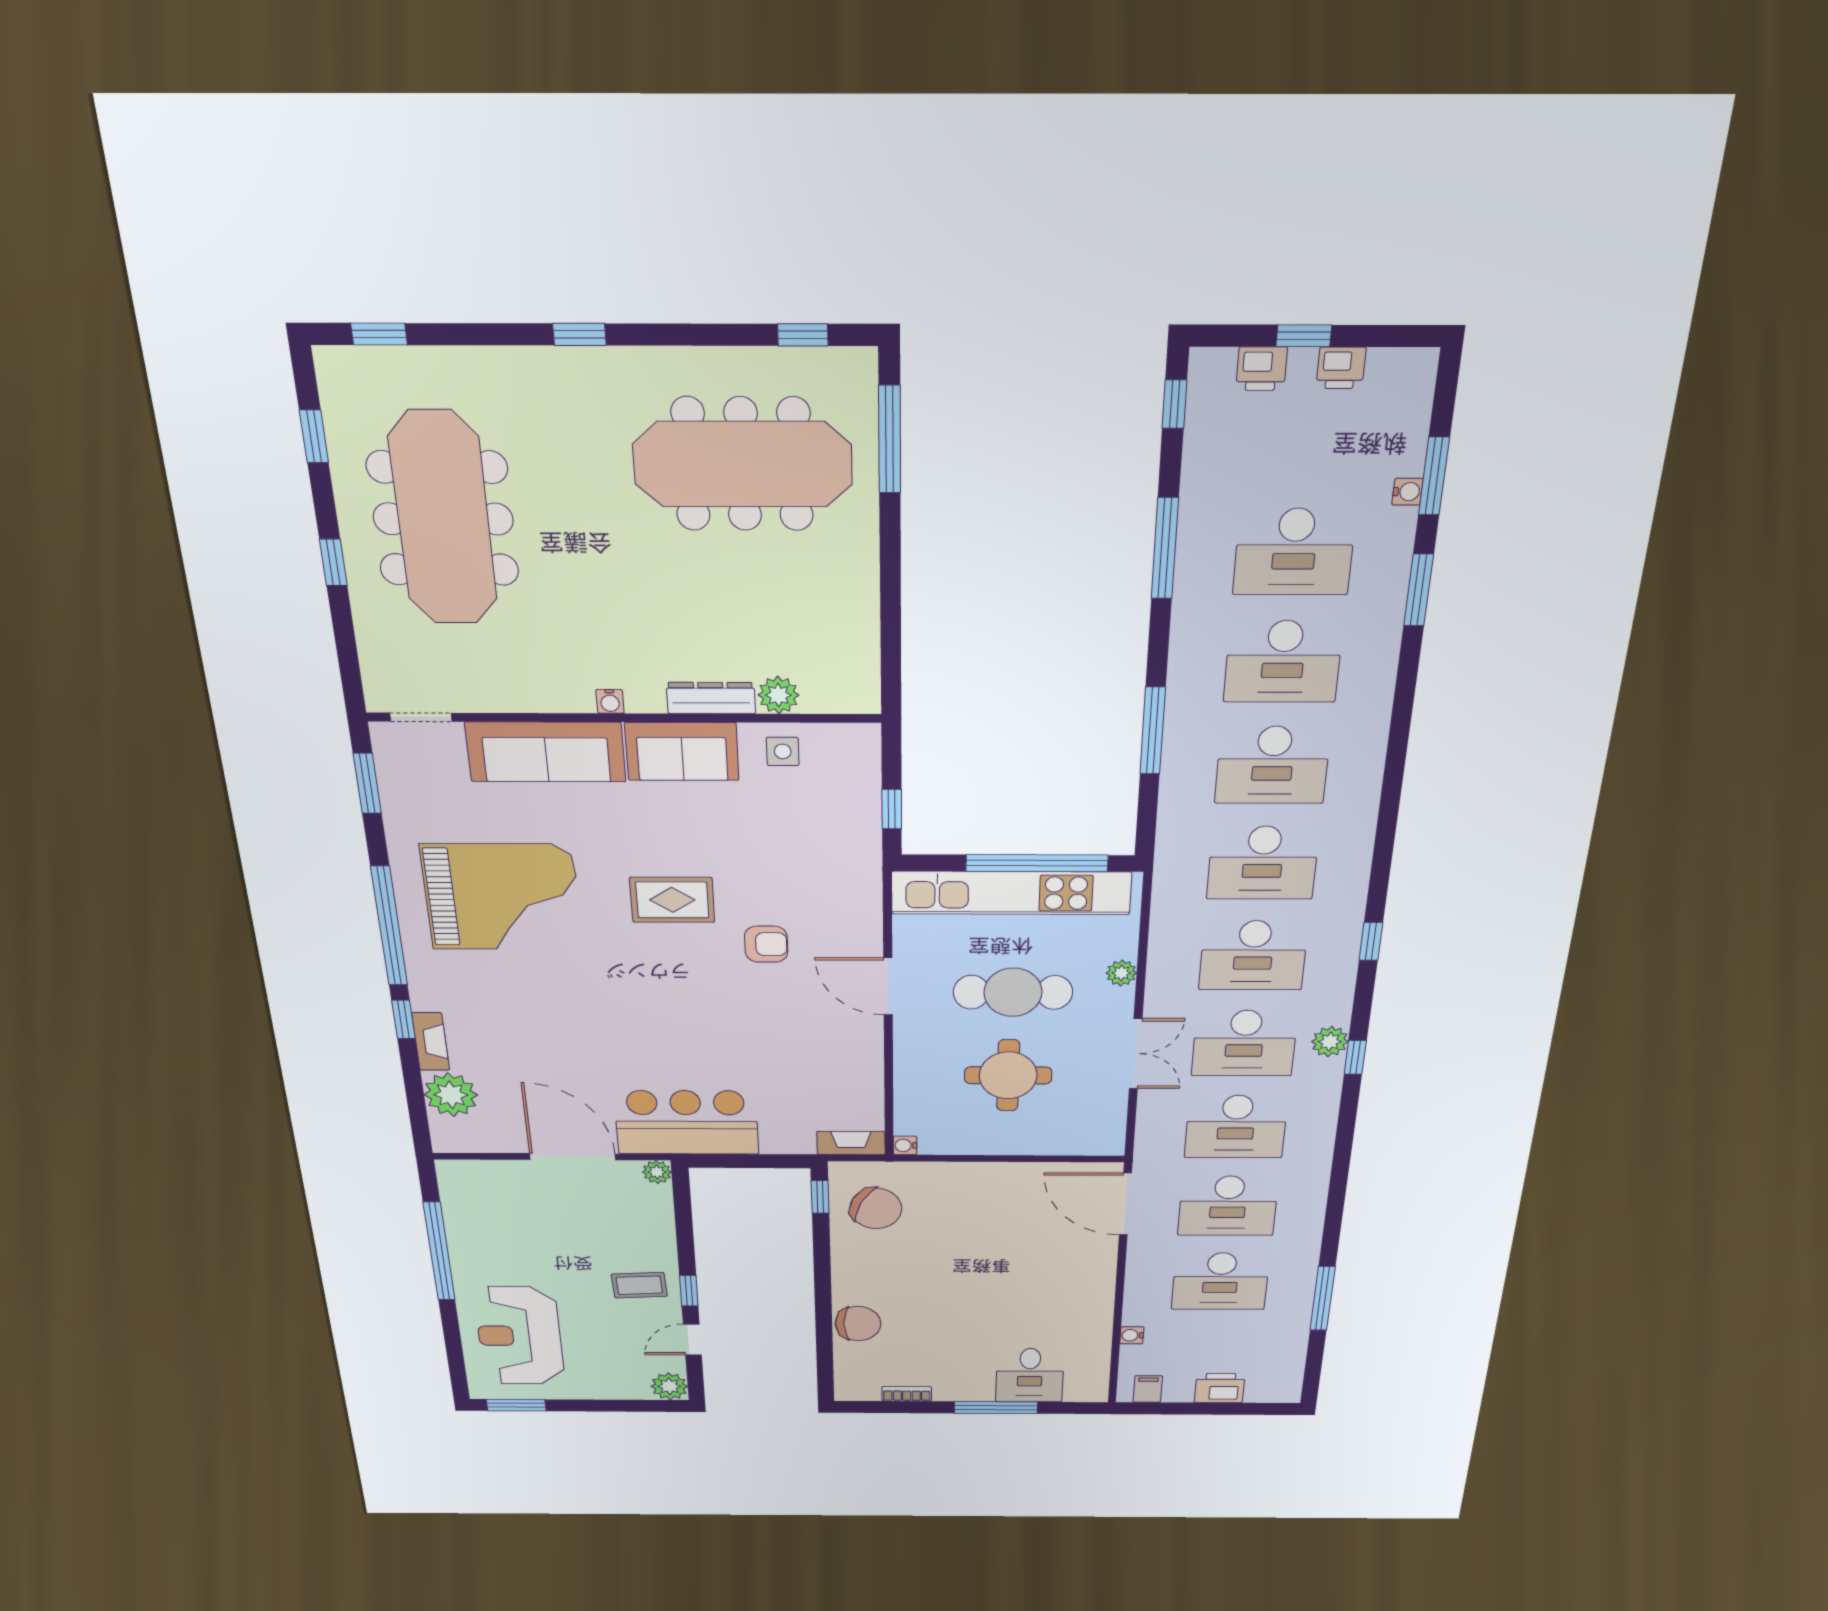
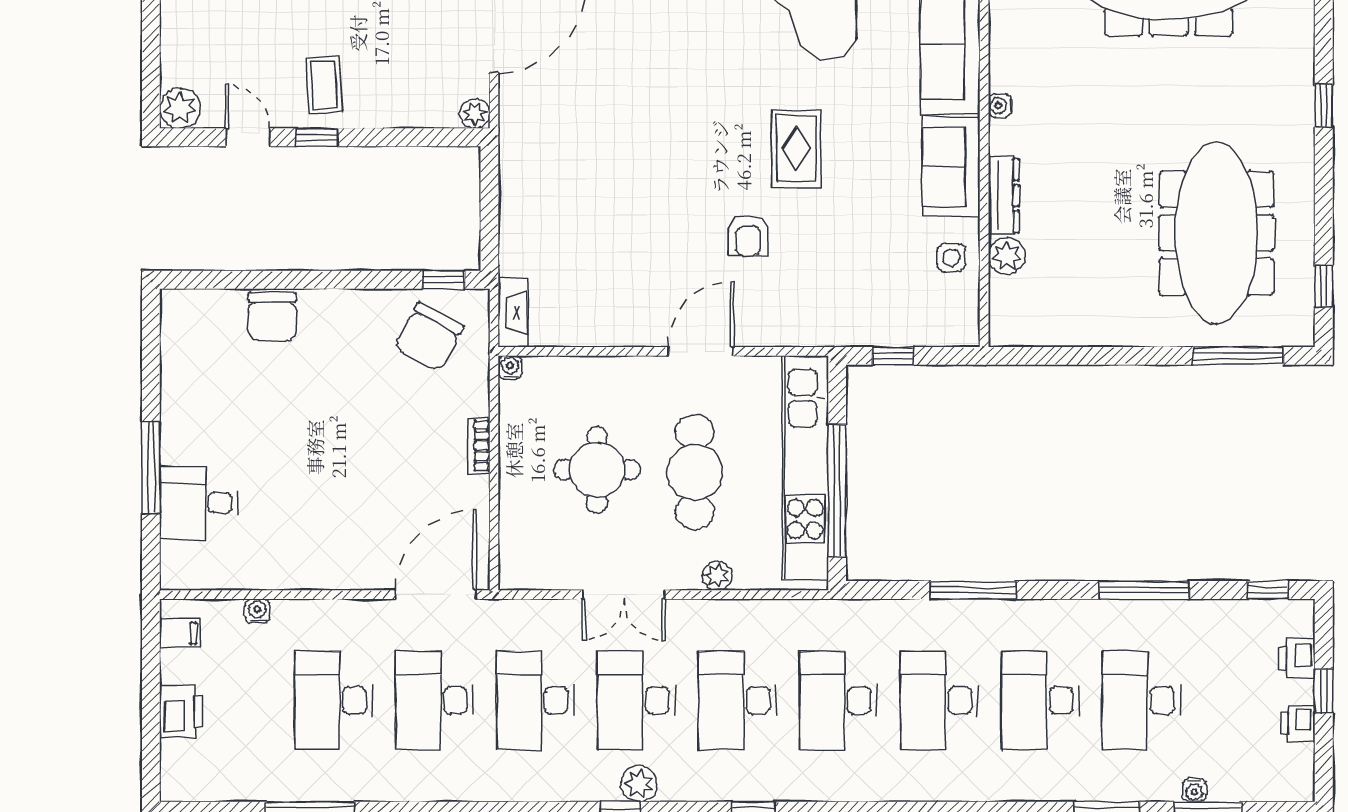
bar counter: (687, 1122) -> (538, 147), removed
bookcase: (907, 1394) -> (479, 446), moved, turned 180

